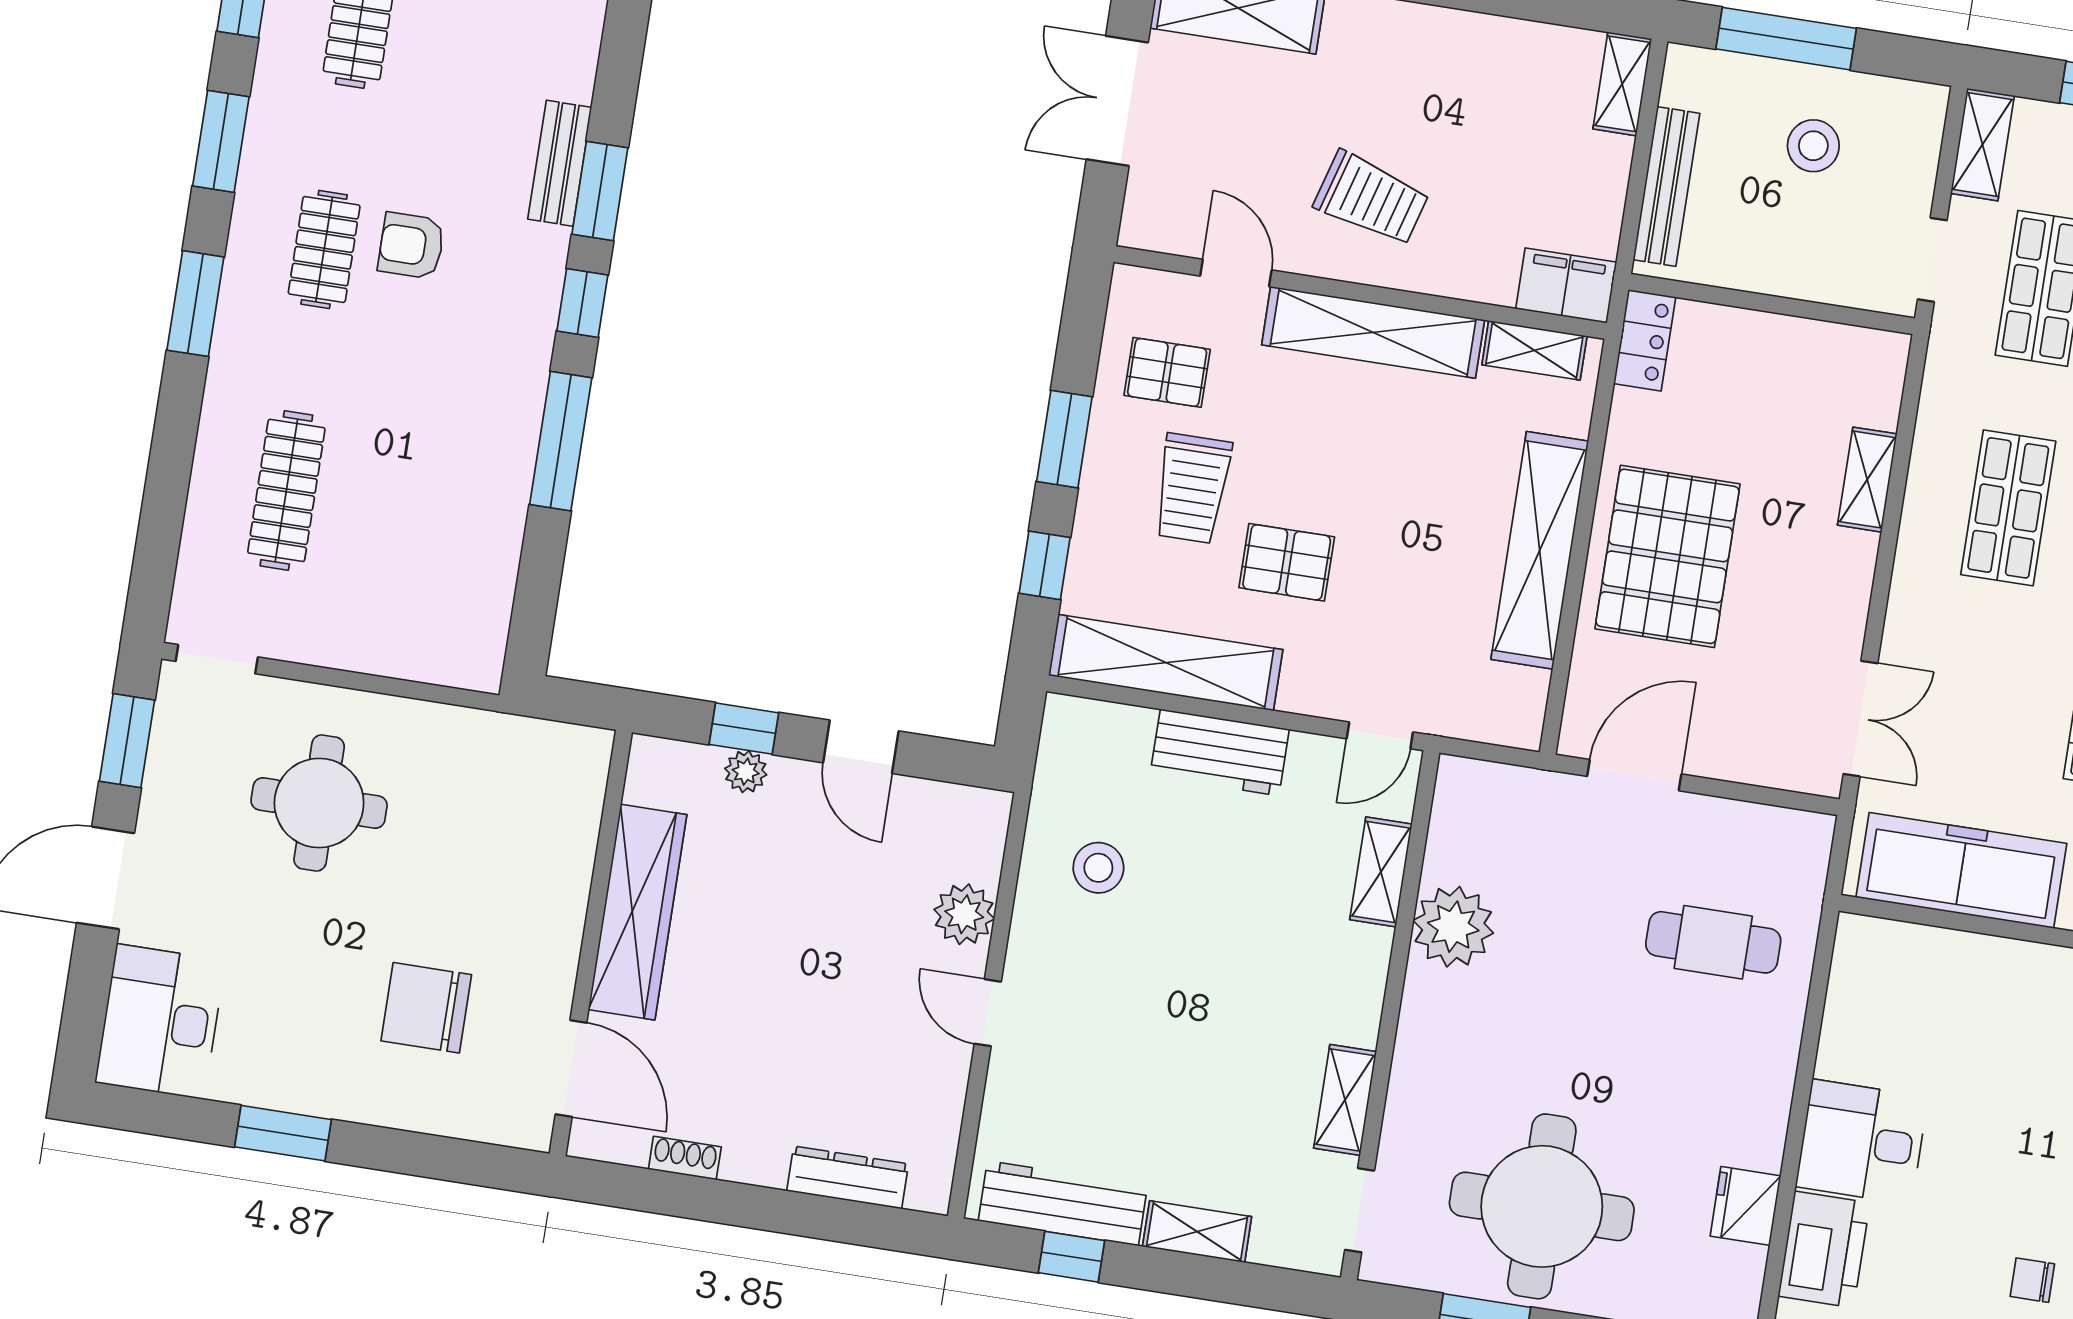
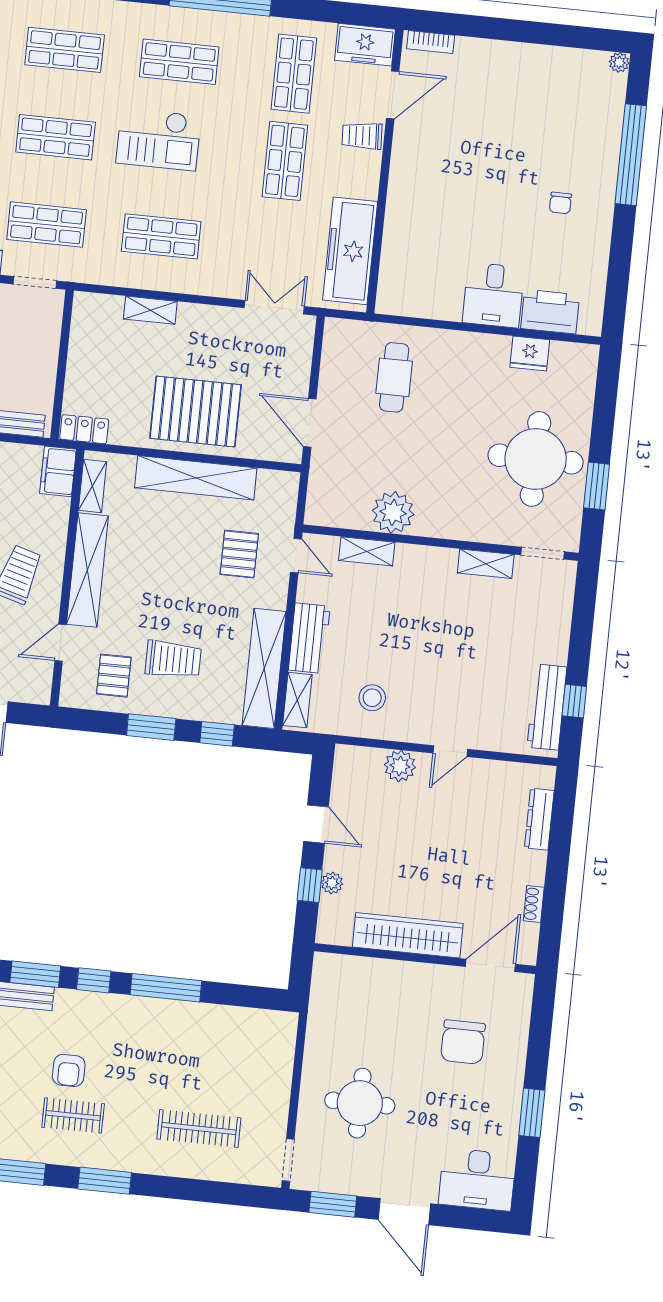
pallet: (1287, 562) -> (239, 554), moved
door: (861, 747) -> (316, 824), hinge flipped
shelving: (1197, 1232) -> (297, 700), moved

